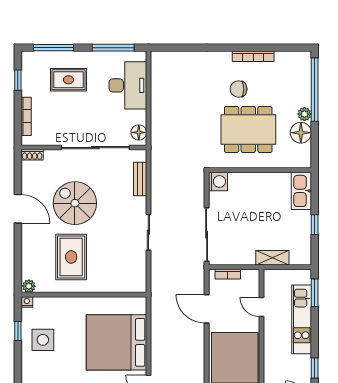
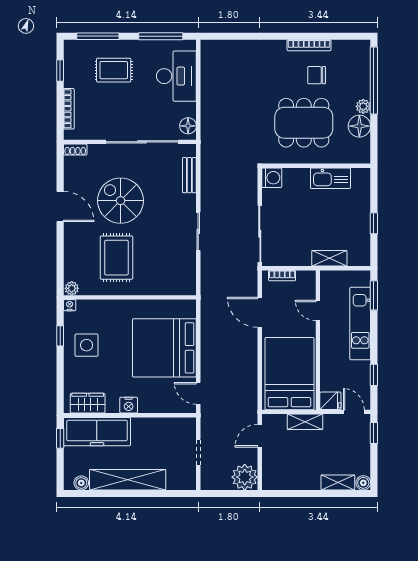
chair: (239, 89) -> (317, 75), moved
kitchen sink: (301, 191) -> (330, 178), moved, turned -90

